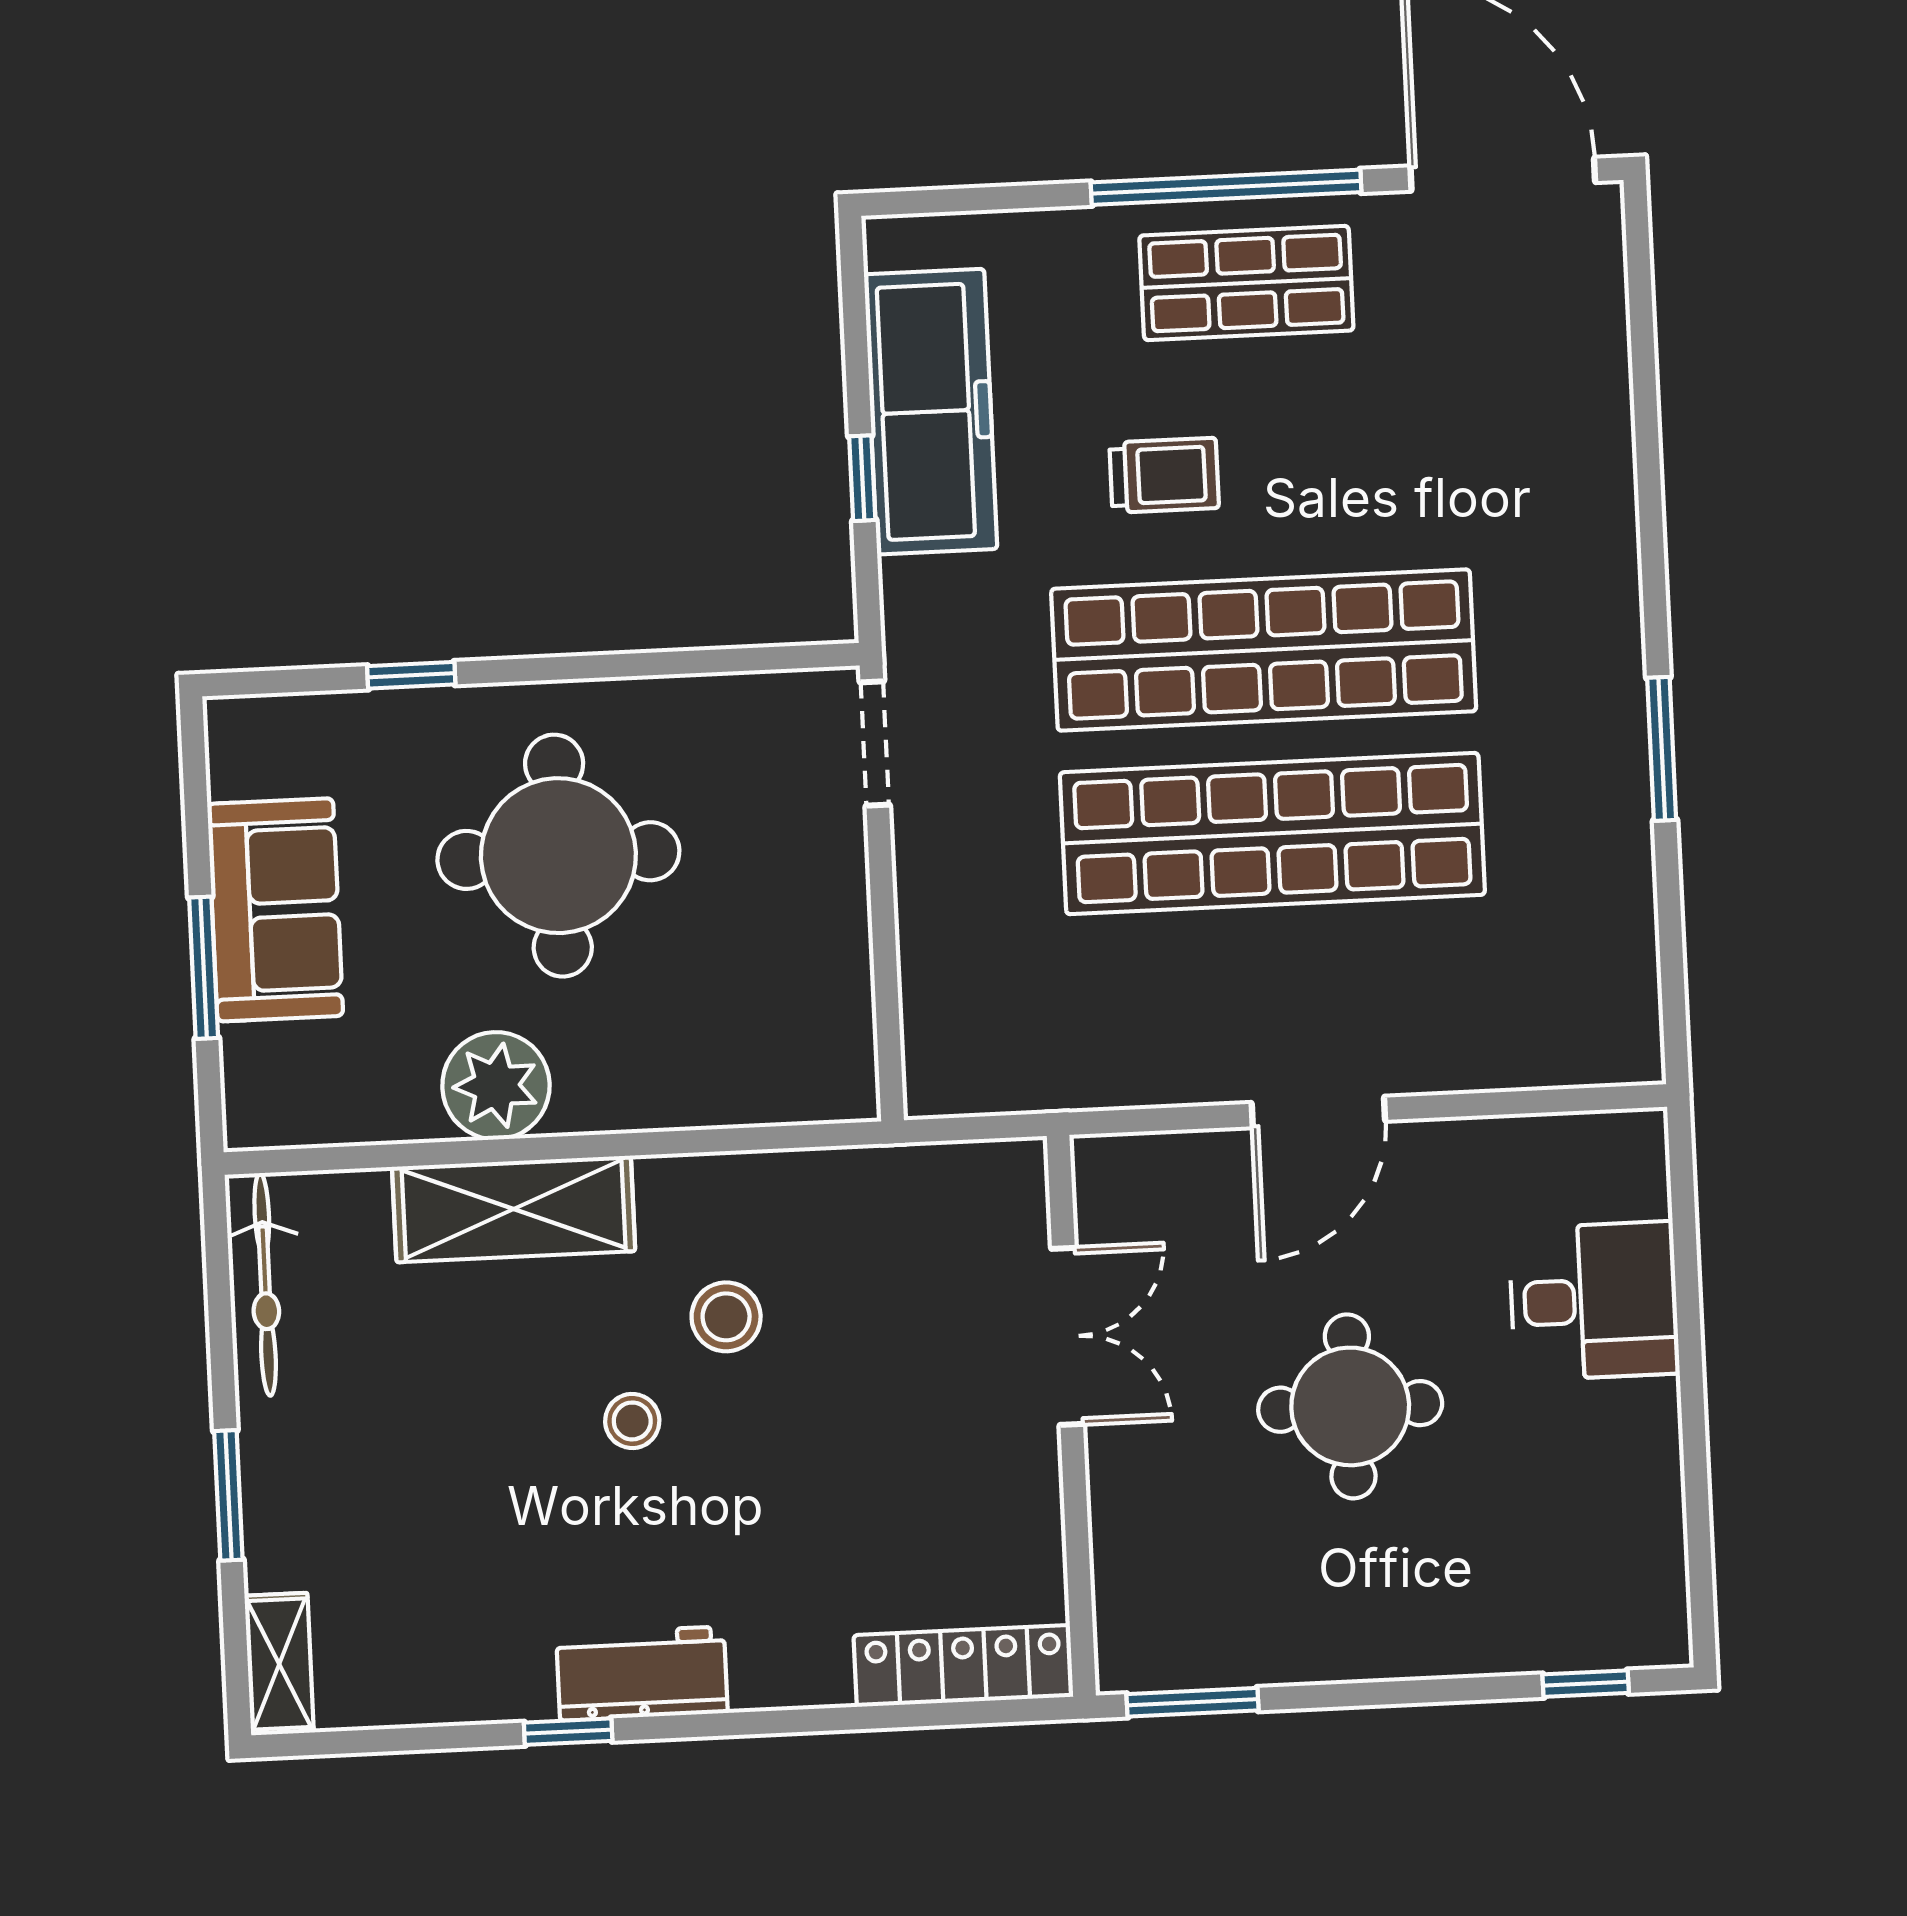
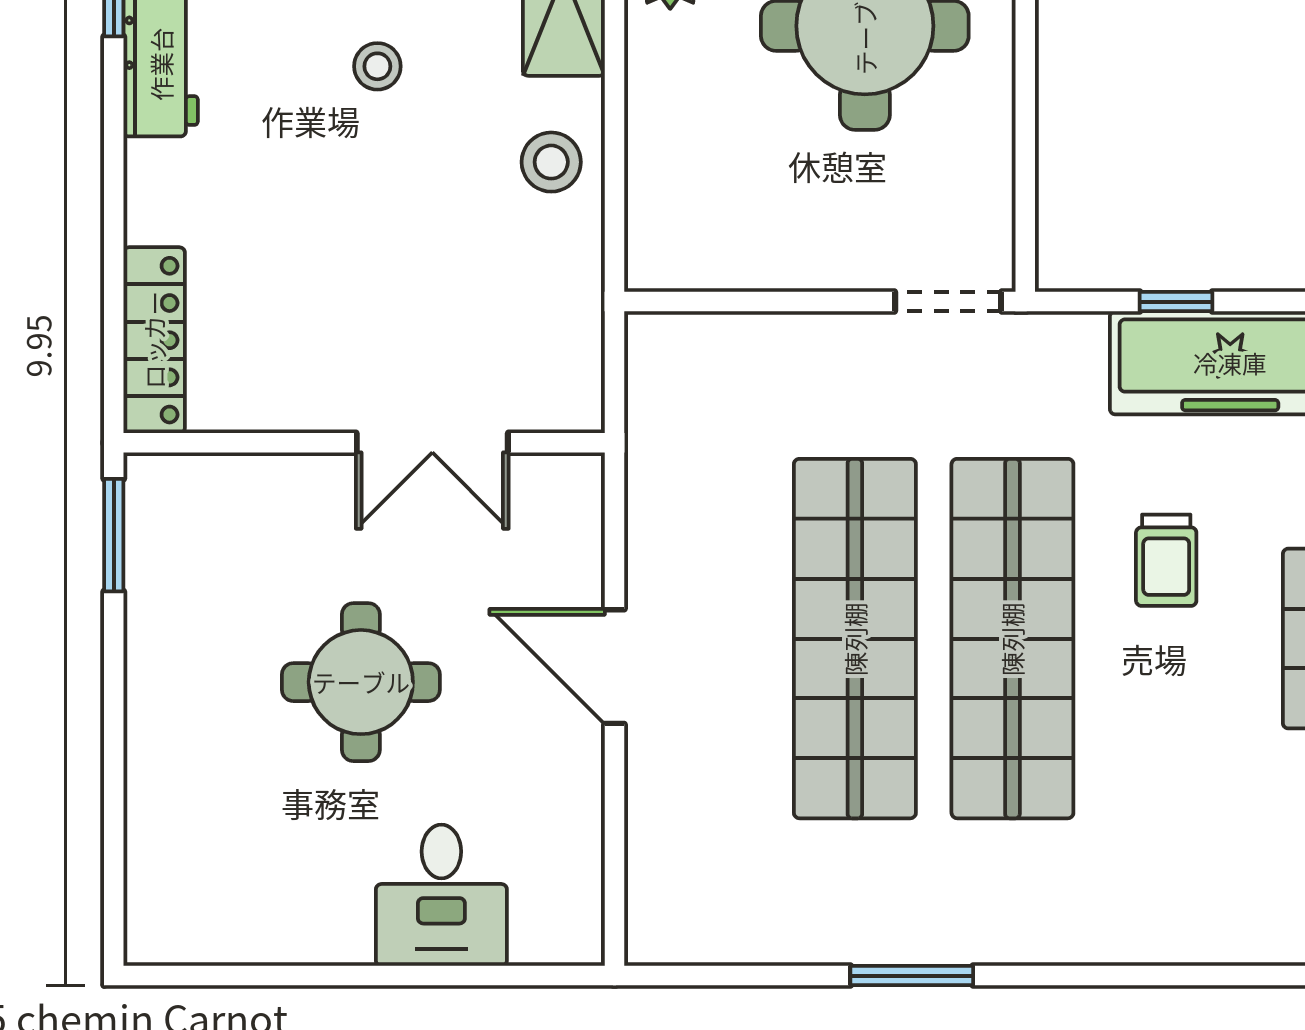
stool: (726, 1317) -> (551, 162), moved
window: (1586, 1684) -> (114, 873), removed

